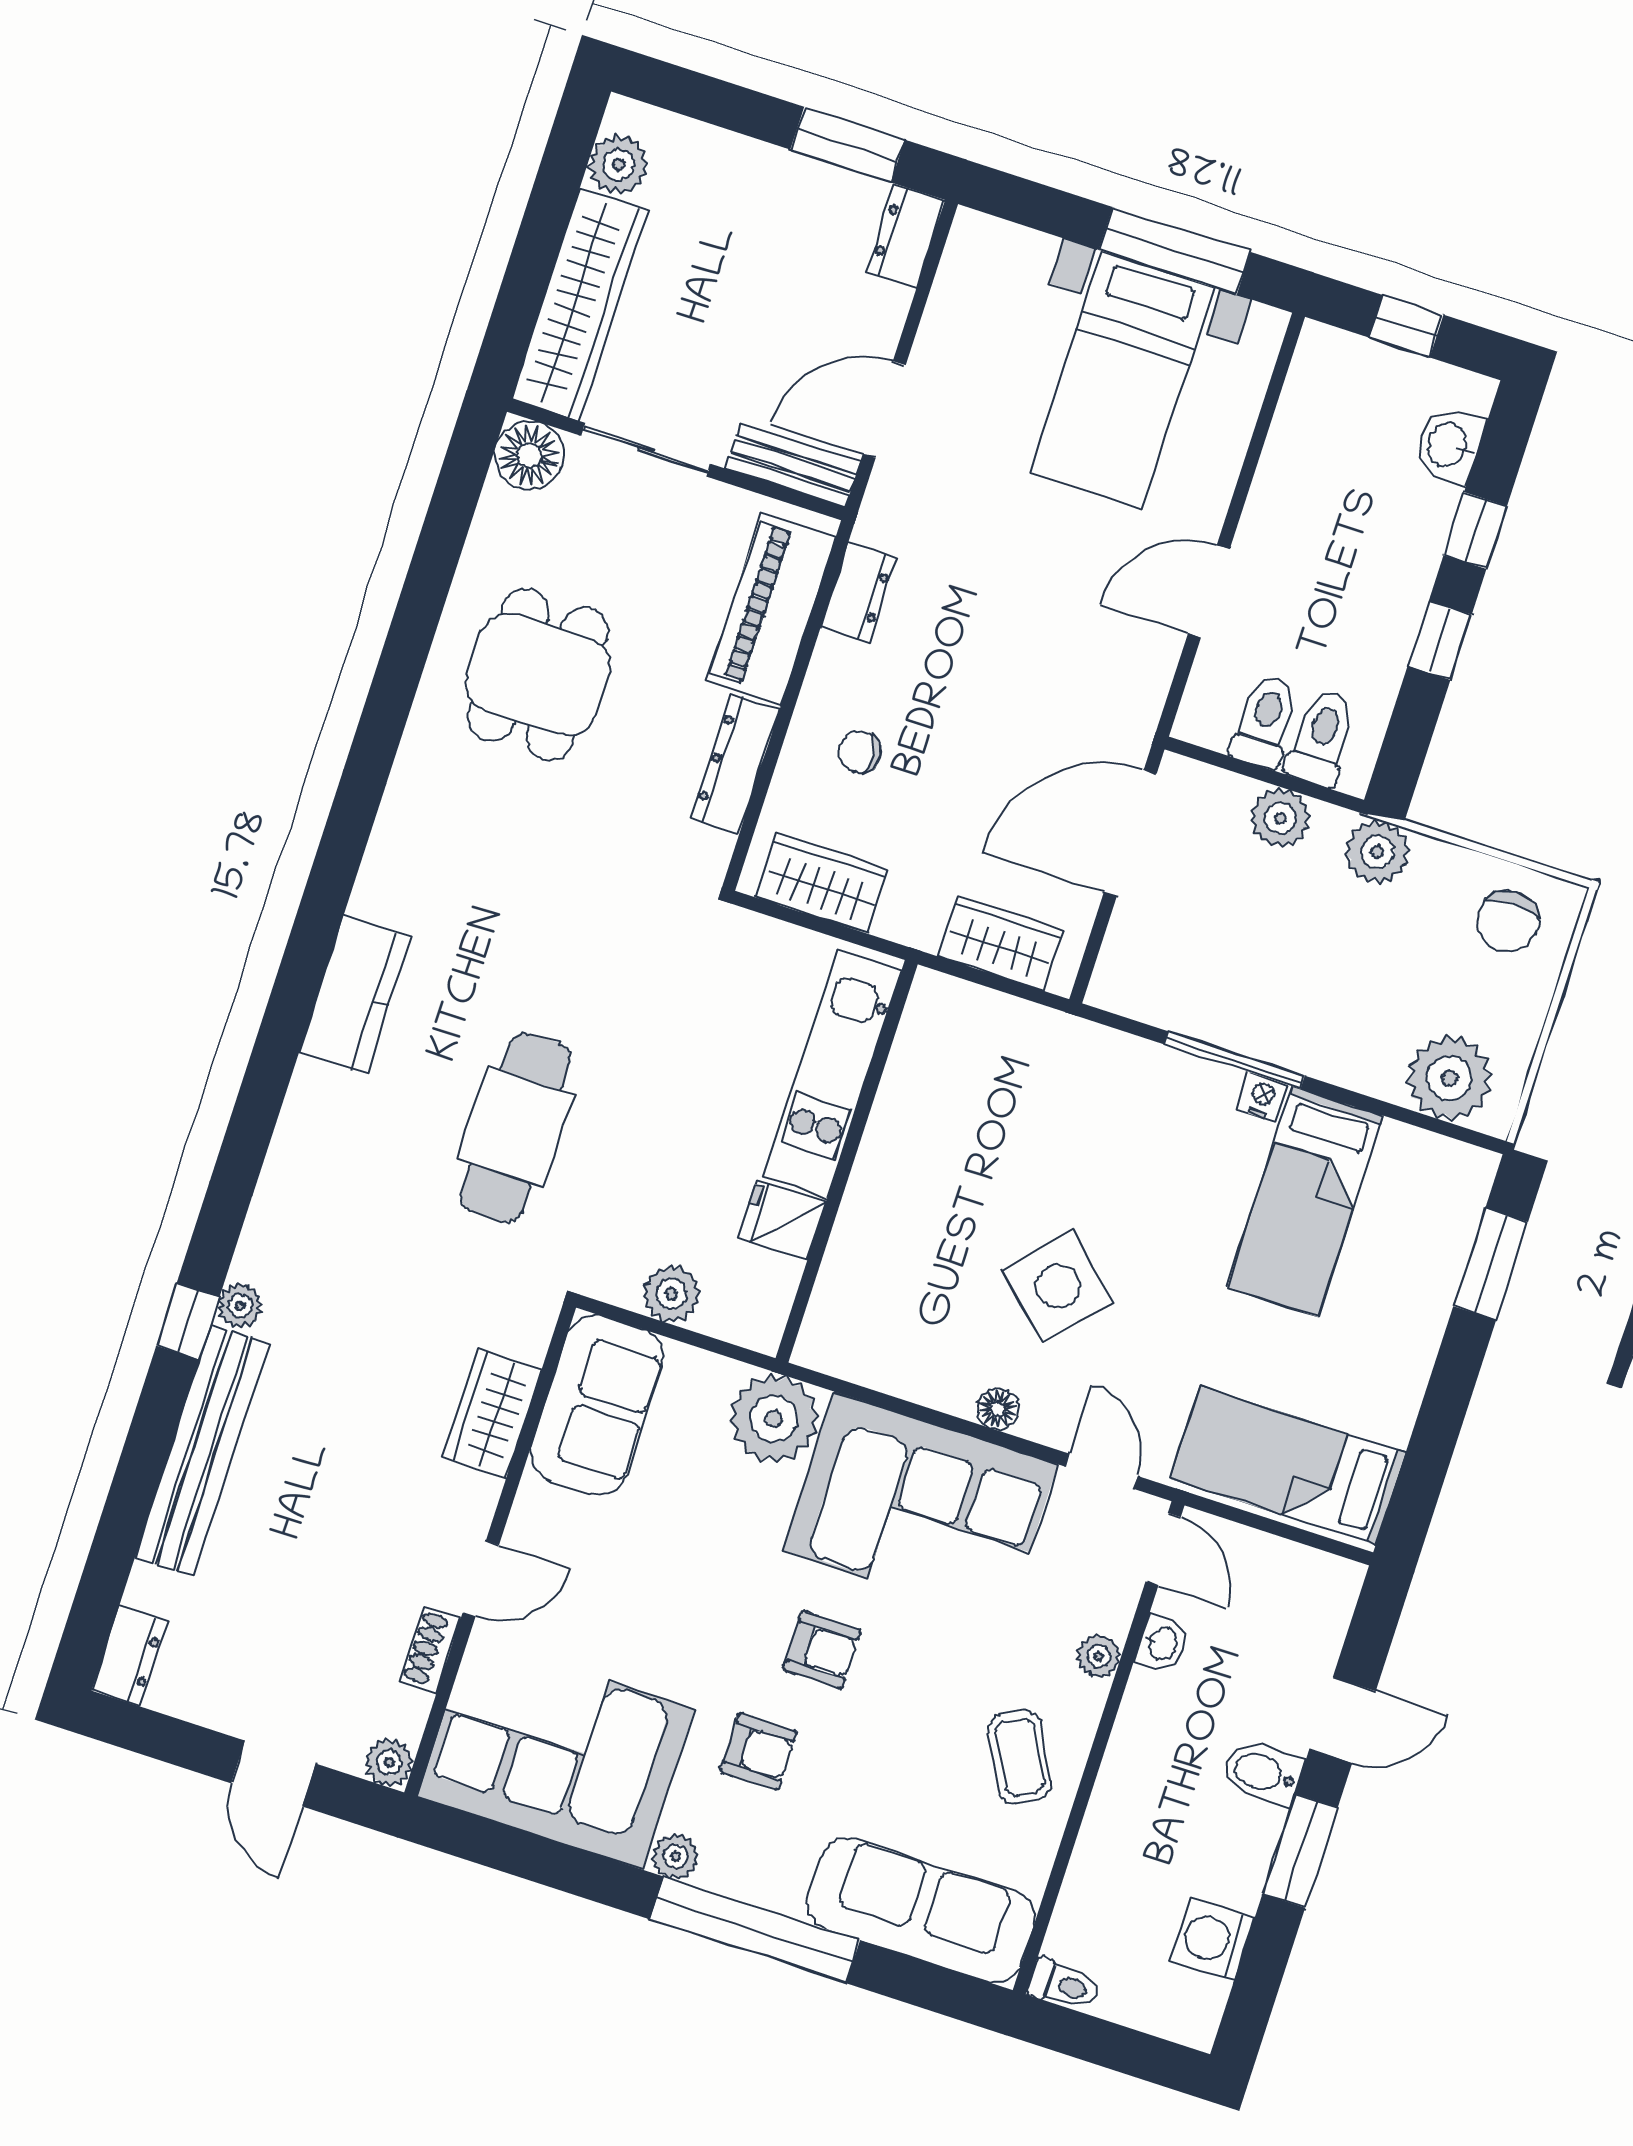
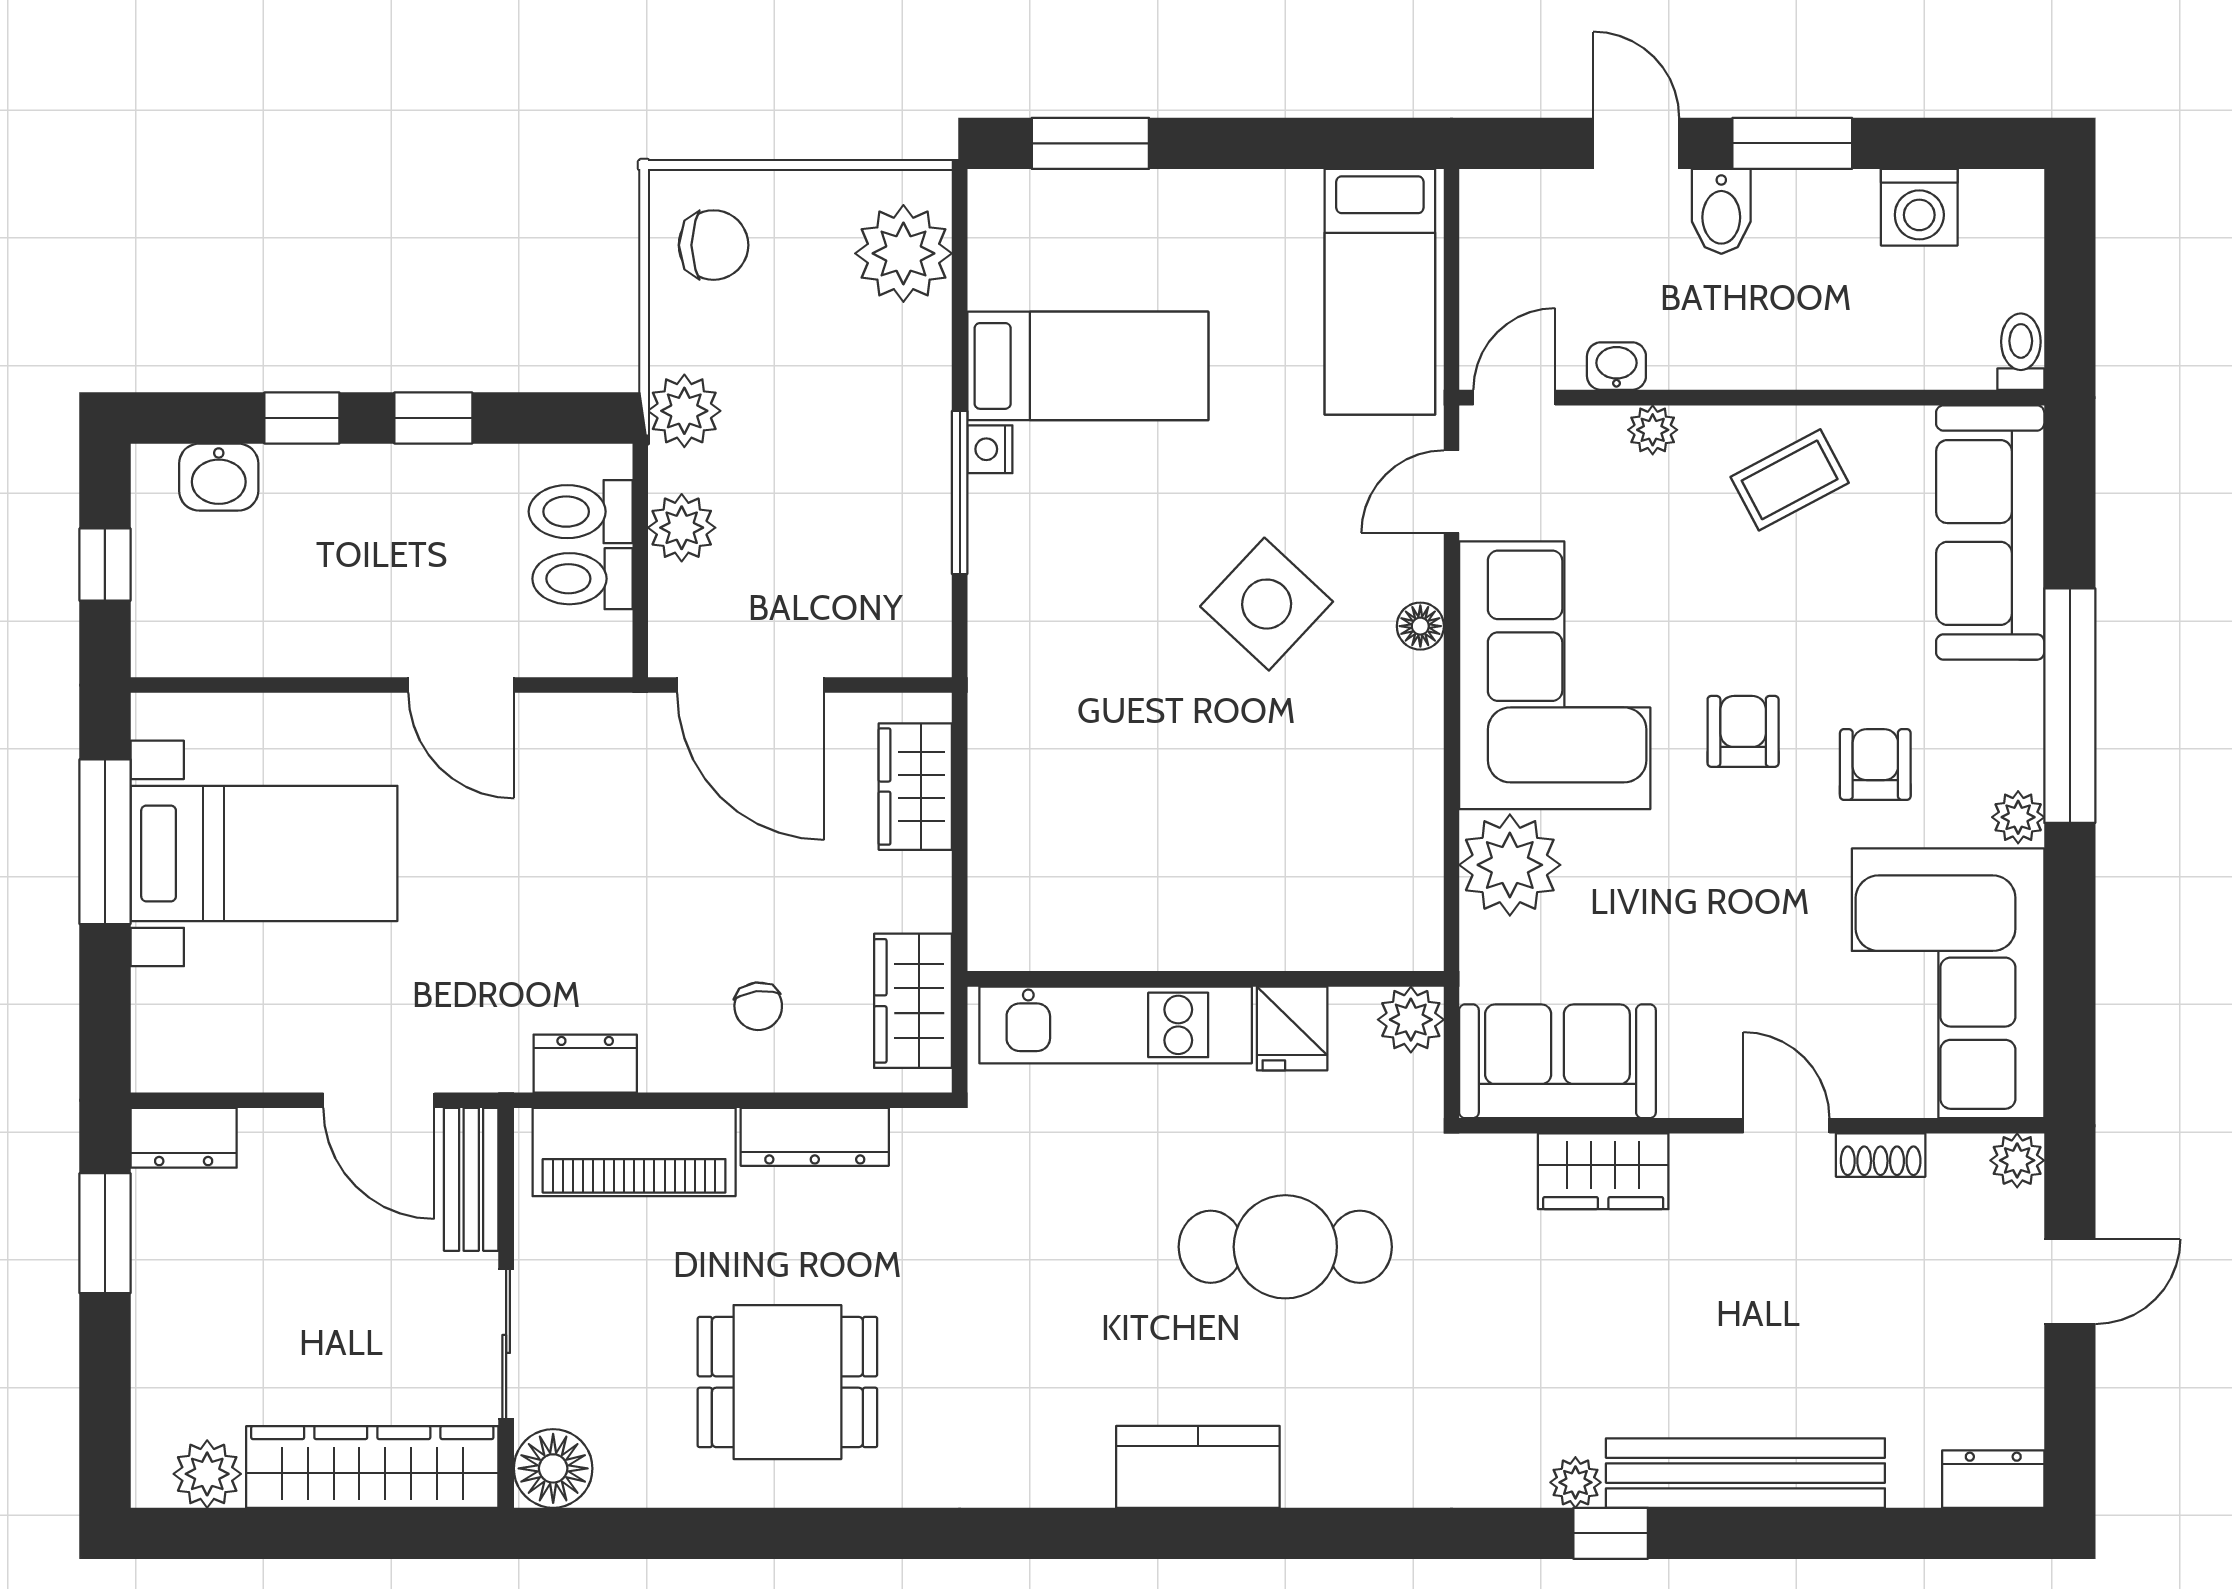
kitchen unit: (833, 1073) -> (1116, 1025), moved
wall: (847, 1161) -> (1206, 979), moved
fridge: (782, 1220) -> (1292, 1028), moved

